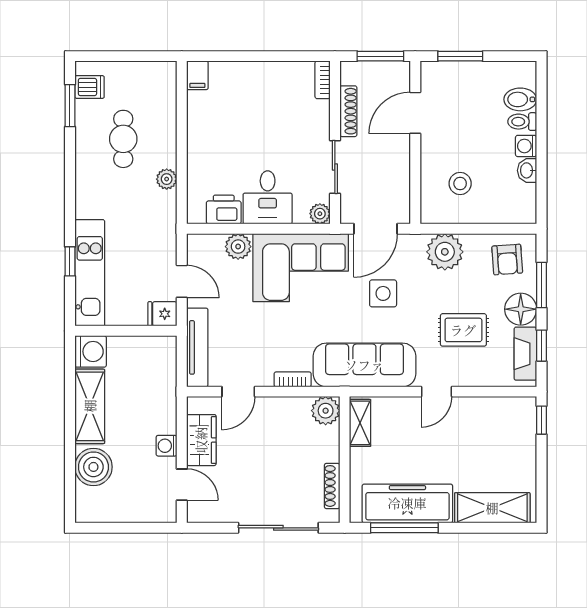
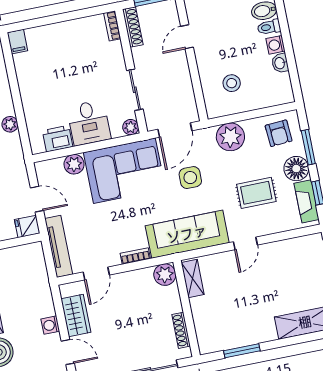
shoe rack: (348, 111) -> (133, 27), moved
door: (415, 113) -> (187, 37), width x0.73
freezer: (407, 503) -> (241, 332), removed
window: (404, 528) -> (242, 351), width x0.69

